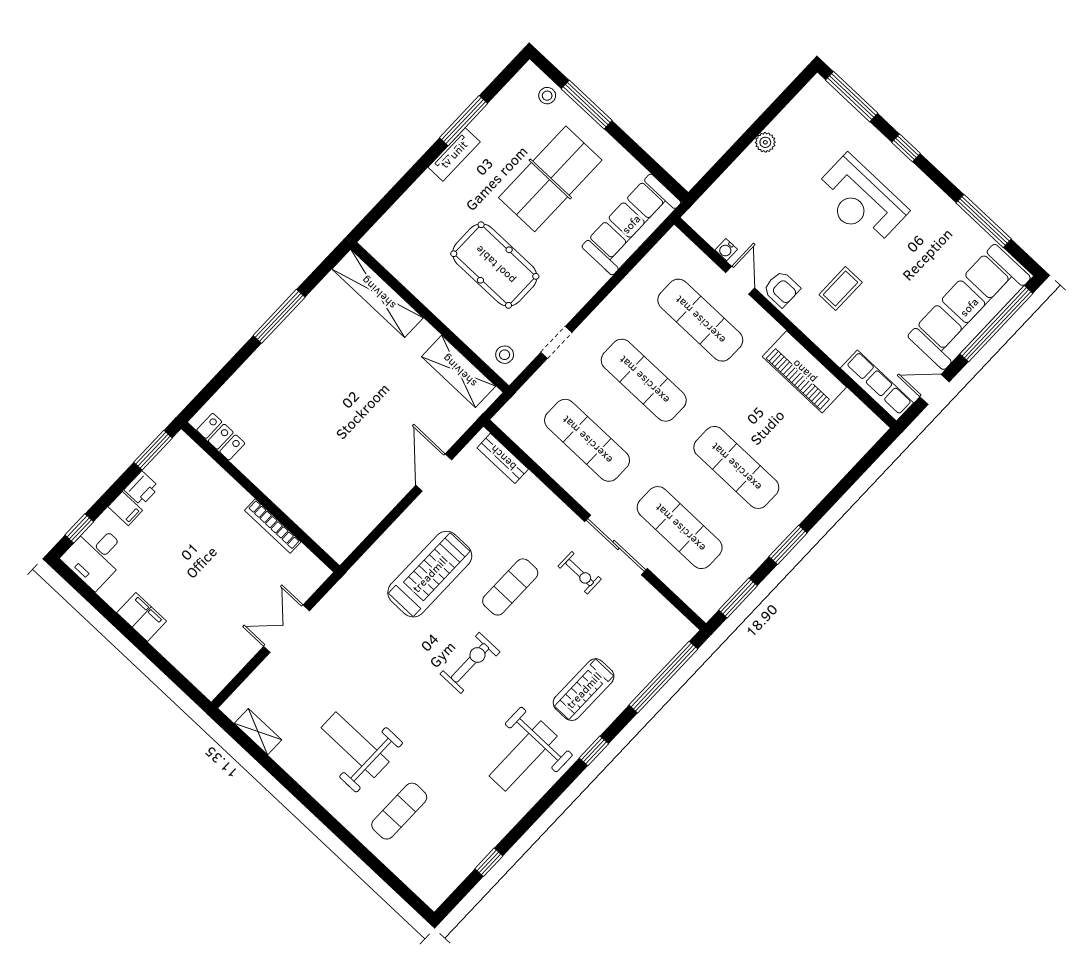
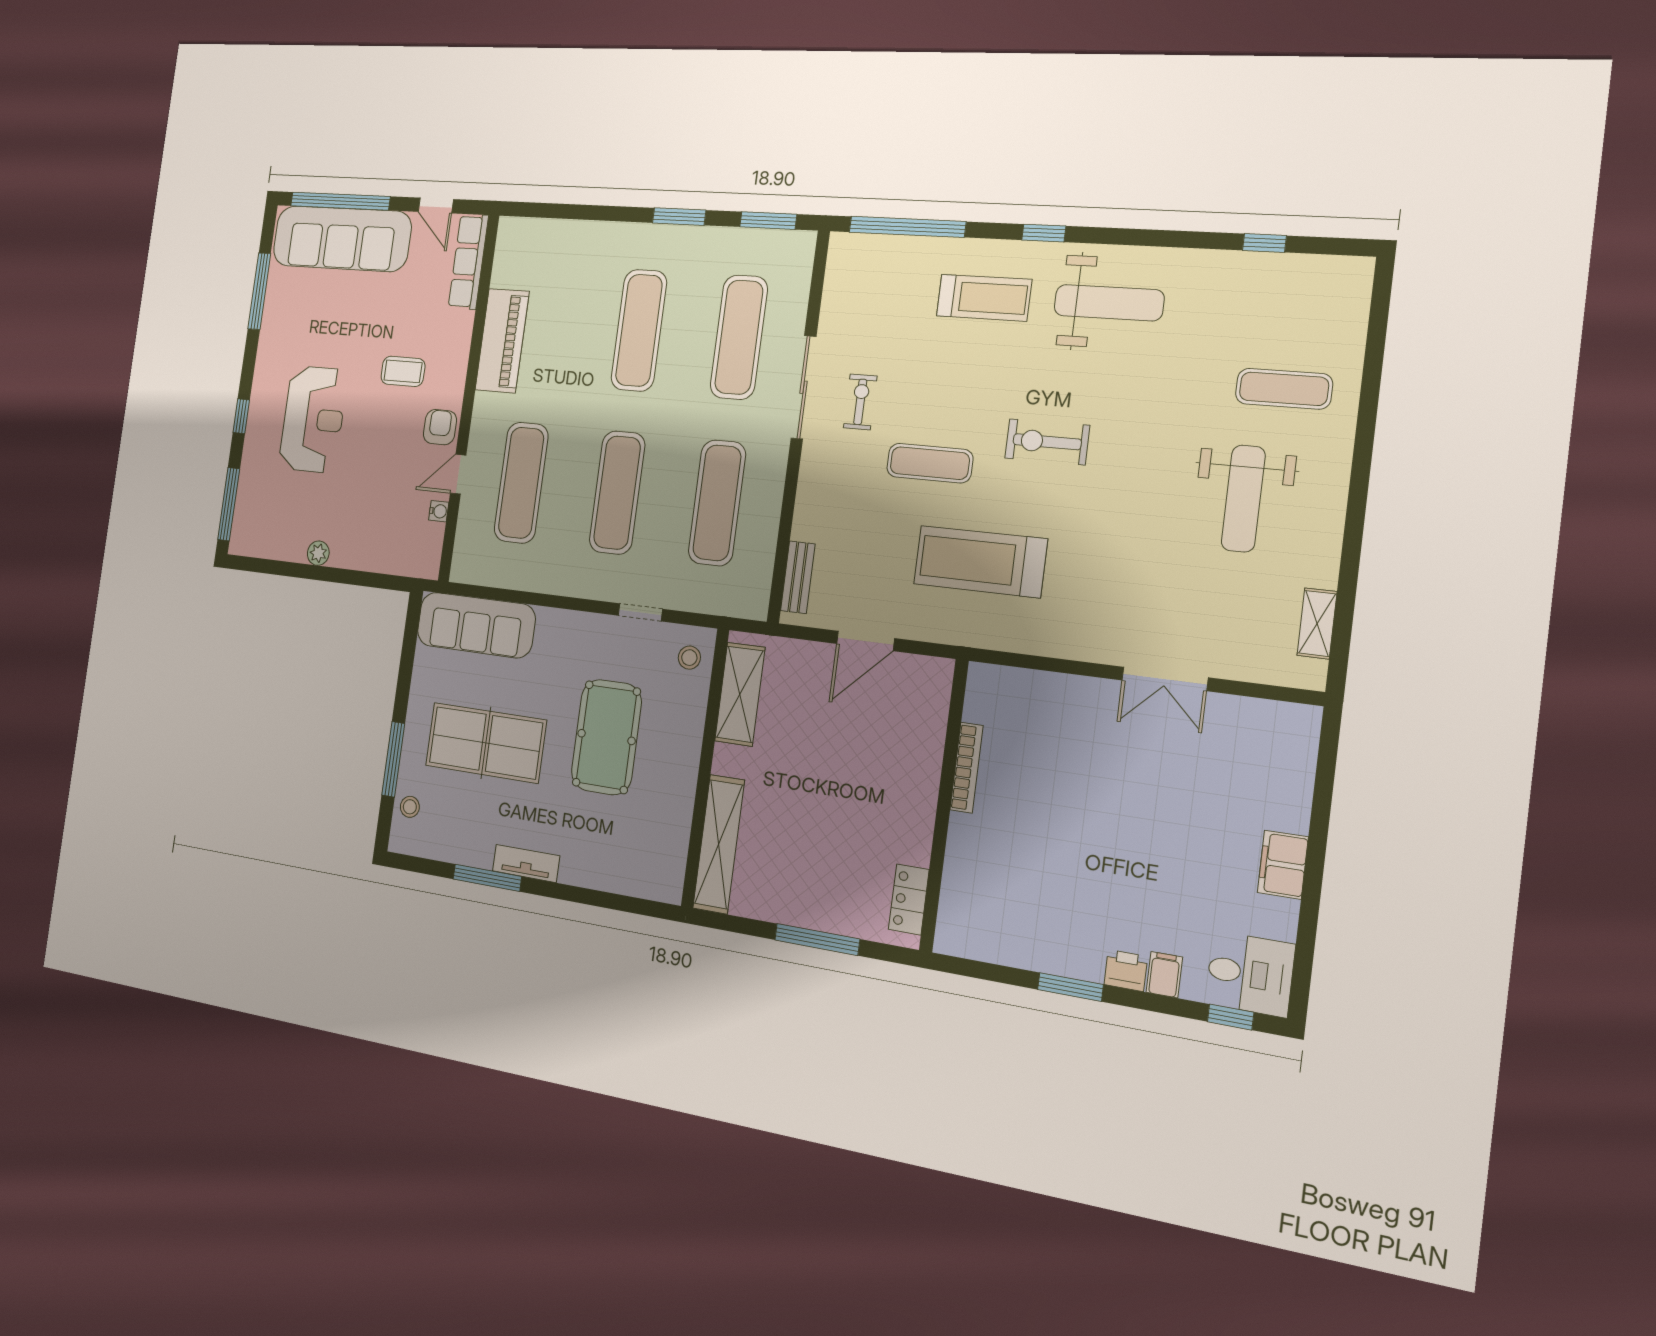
locker: (221, 437) -> (909, 899), moved
wall: (260, 497) -> (944, 805), moved
bookcase: (273, 526) -> (966, 768), moved

